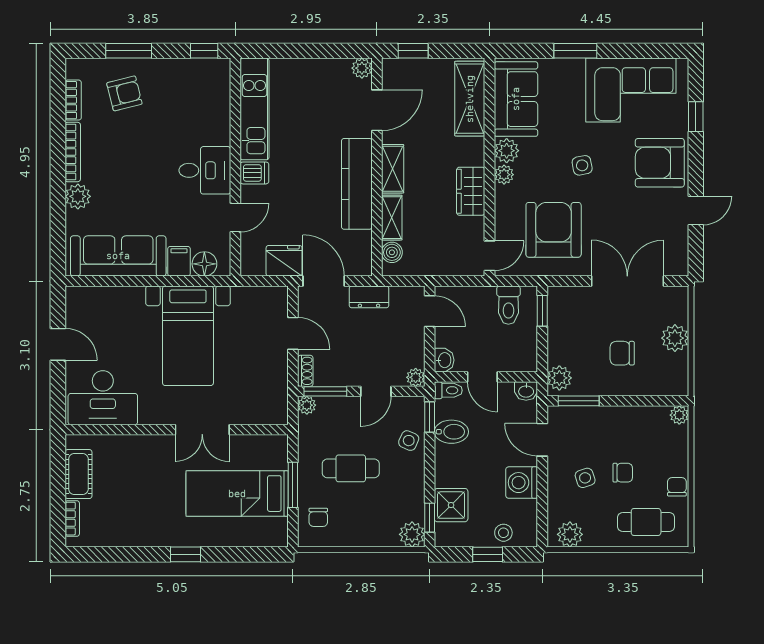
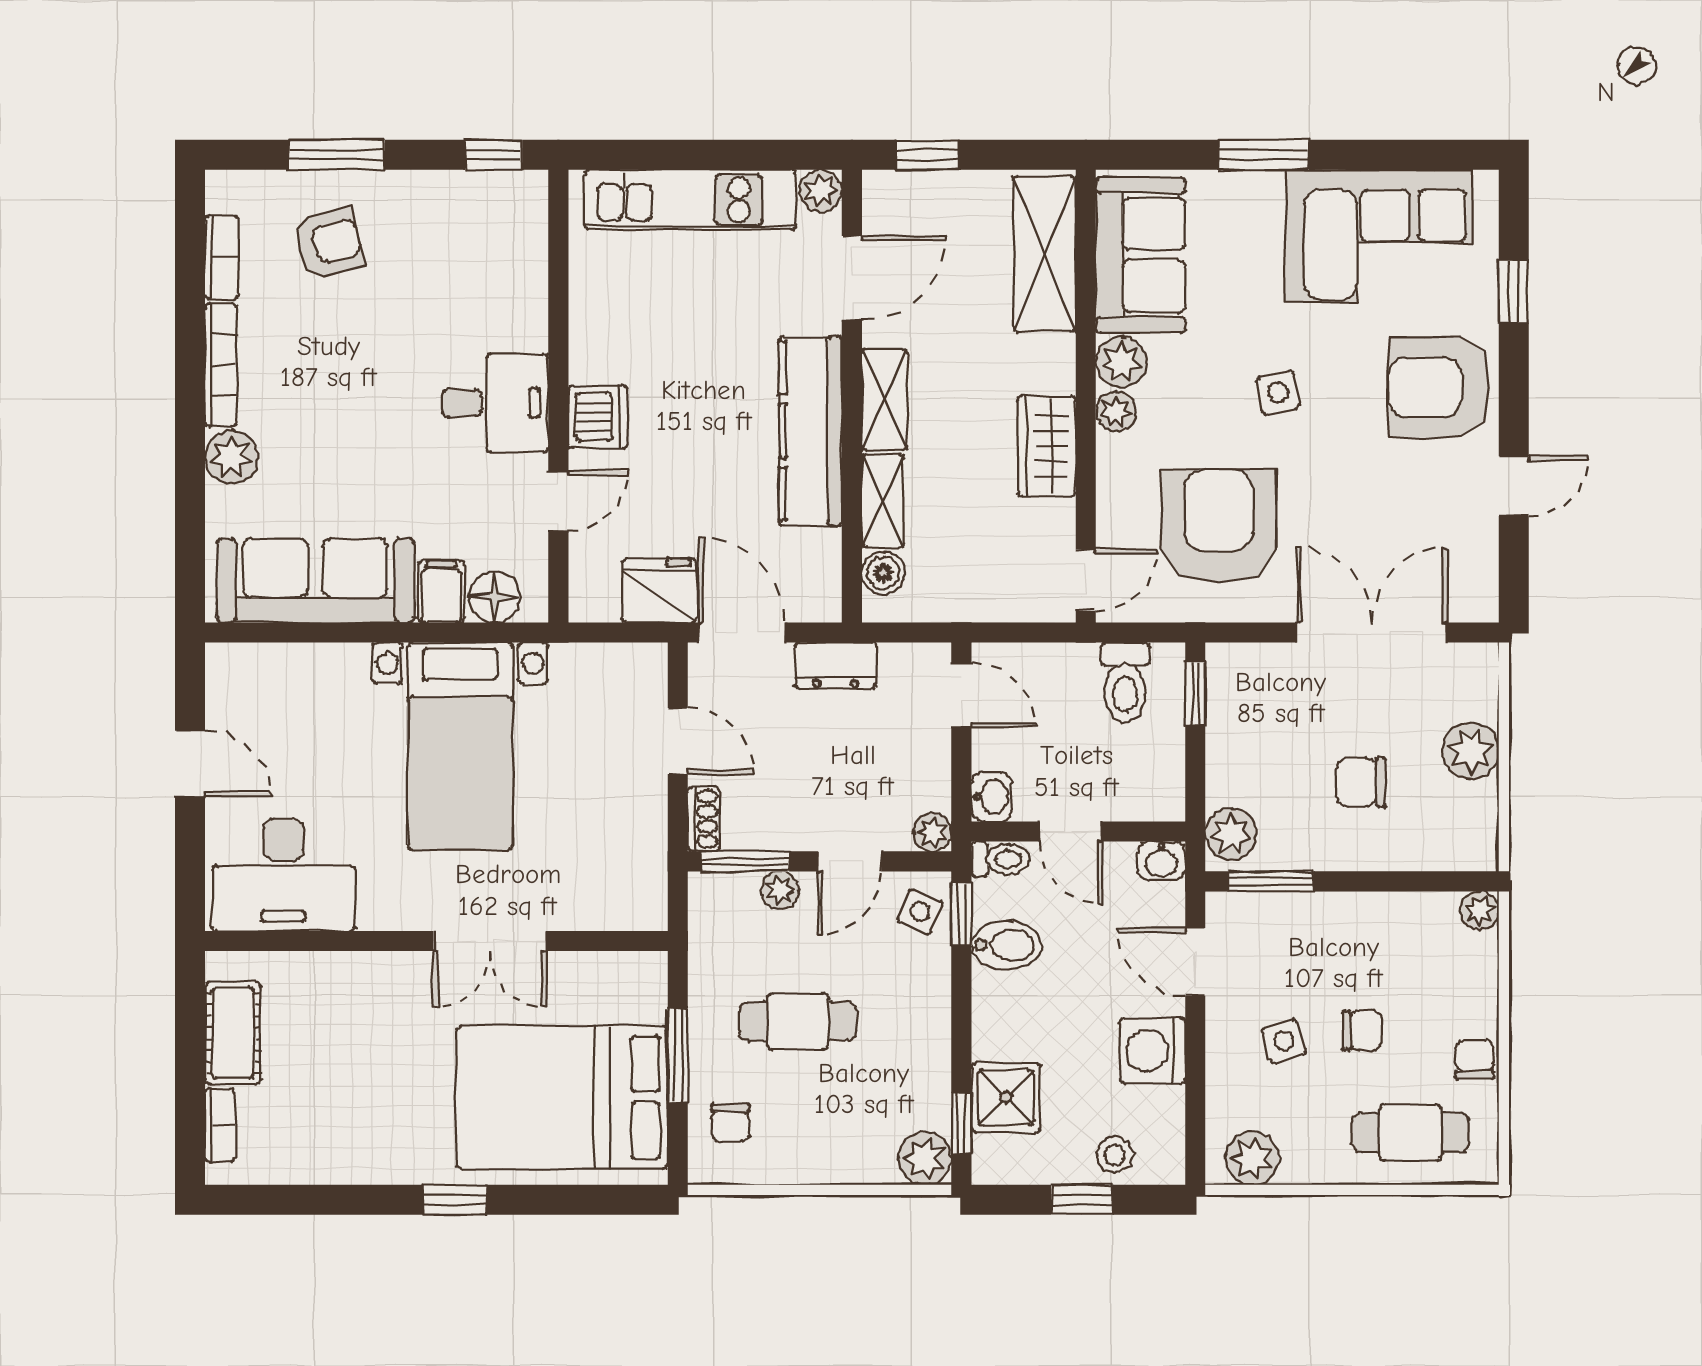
kitchen unit: (254, 109) -> (690, 200), moved, turned 90
dishwasher: (254, 173) -> (598, 417), width x1.38
plant: (307, 405) -> (780, 890), moved
side table: (409, 441) -> (920, 912), moved
bed: (237, 494) -> (562, 1097), width x1.50

